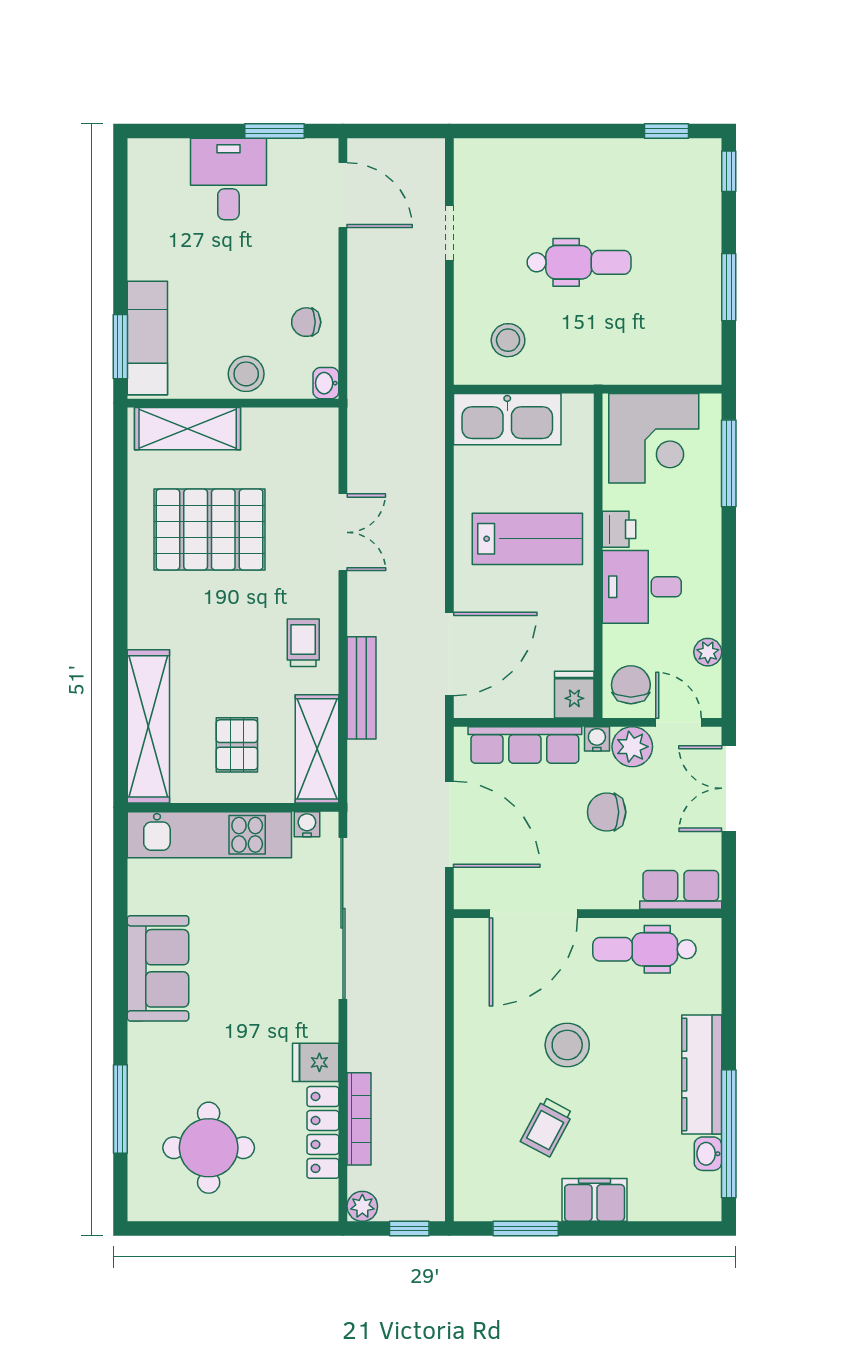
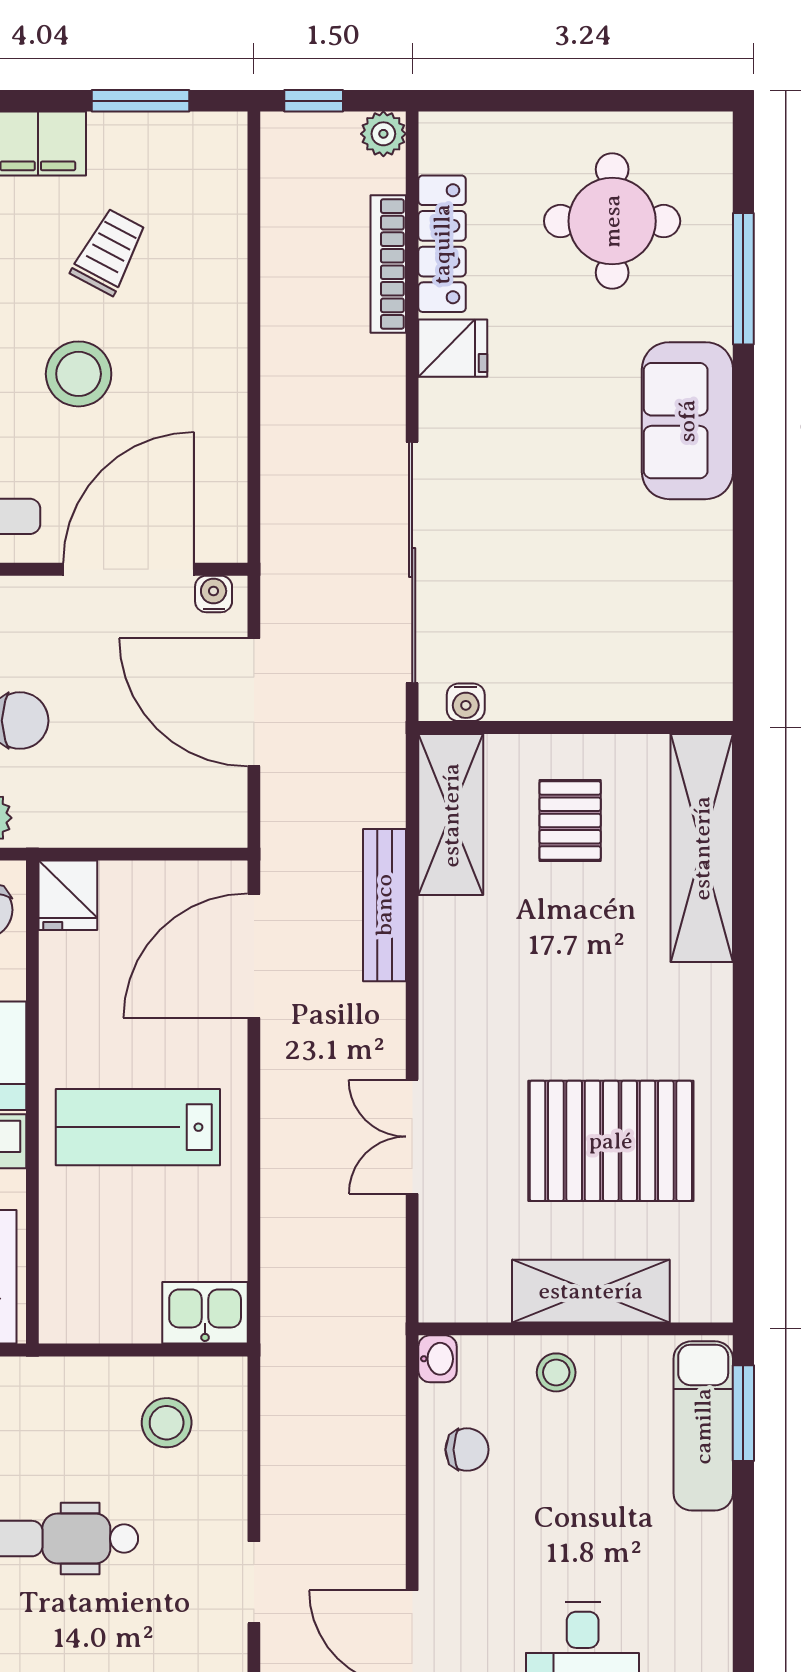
stool: (246, 374) -> (556, 1372), width x0.73, depth x0.73
kitchen sink: (507, 419) -> (205, 1313), width x0.53, depth x0.81
shelving: (188, 429) -> (591, 1291), moved
trolley: (303, 643) -> (471, 972), removed
water cooler: (597, 739) -> (214, 594), moved, turned 180
row of seats: (525, 745) -> (141, 820), removed
kitchen unit: (209, 835) -> (611, 687), removed
sofa: (158, 968) -> (687, 421), moved

